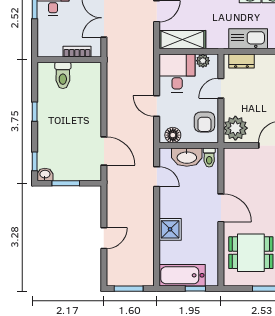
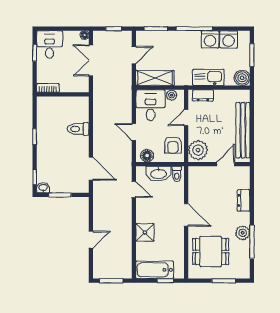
bookcase: (77, 52) -> (48, 88), moved
toilet: (63, 75) -> (78, 129), moved, turned 90

